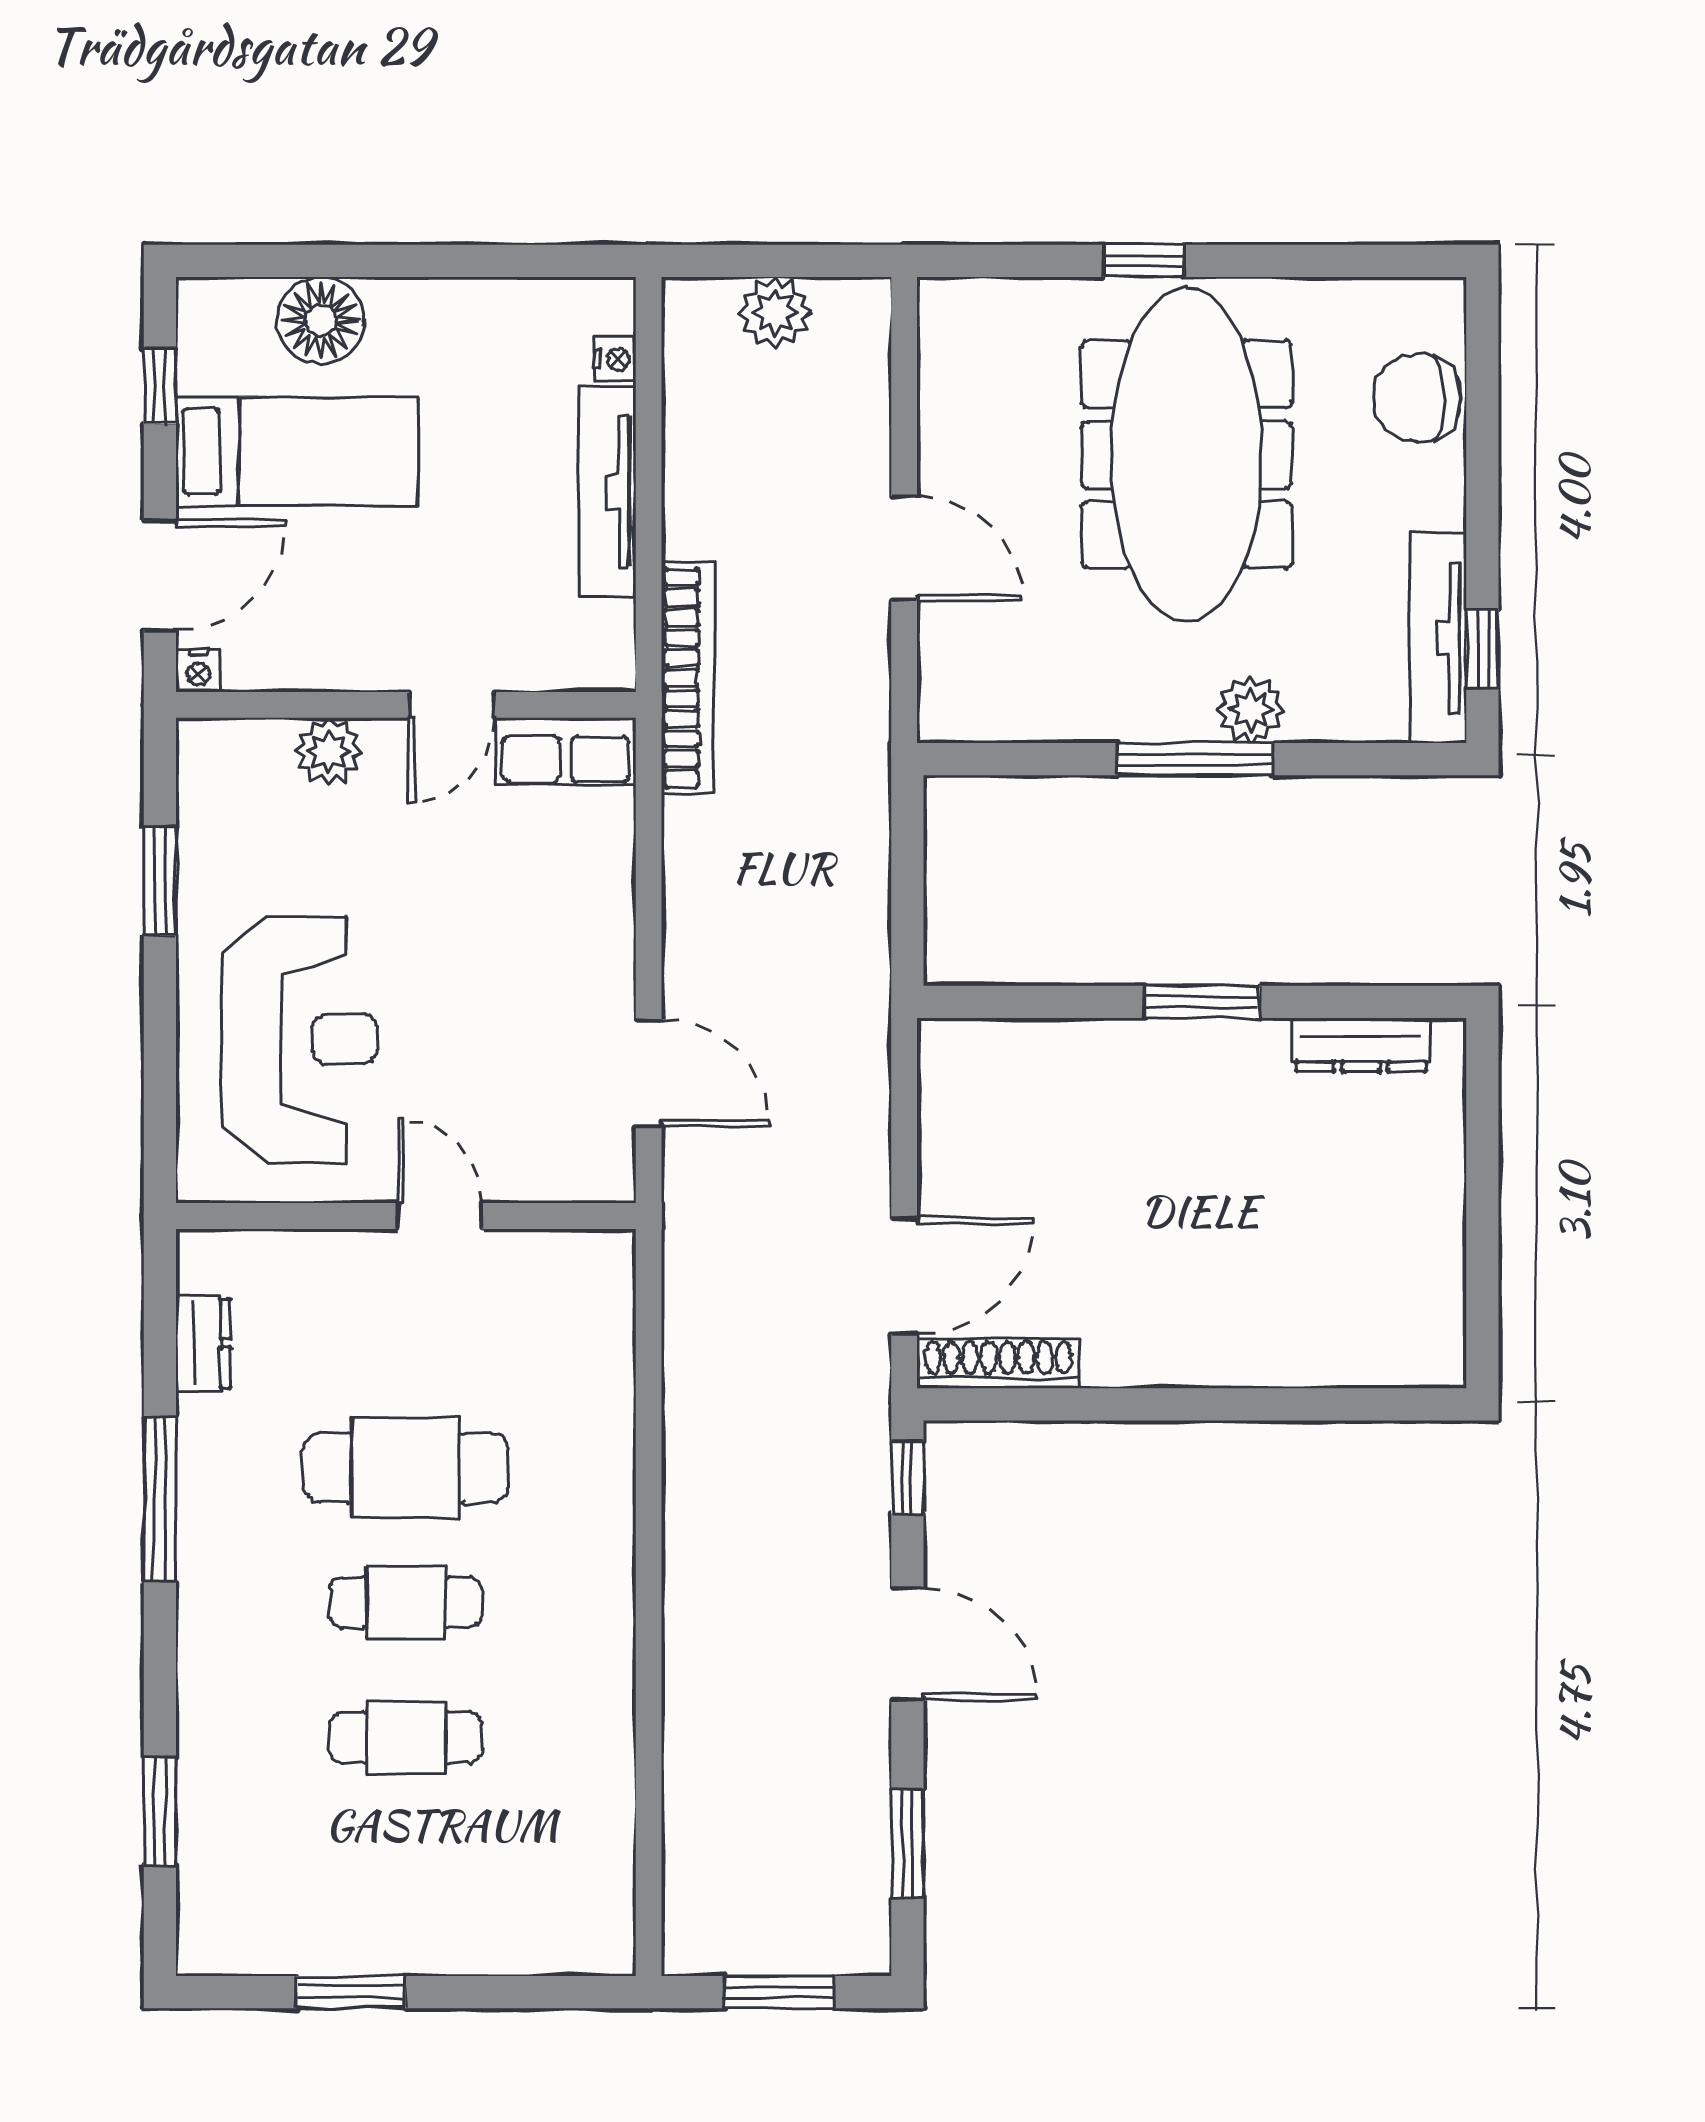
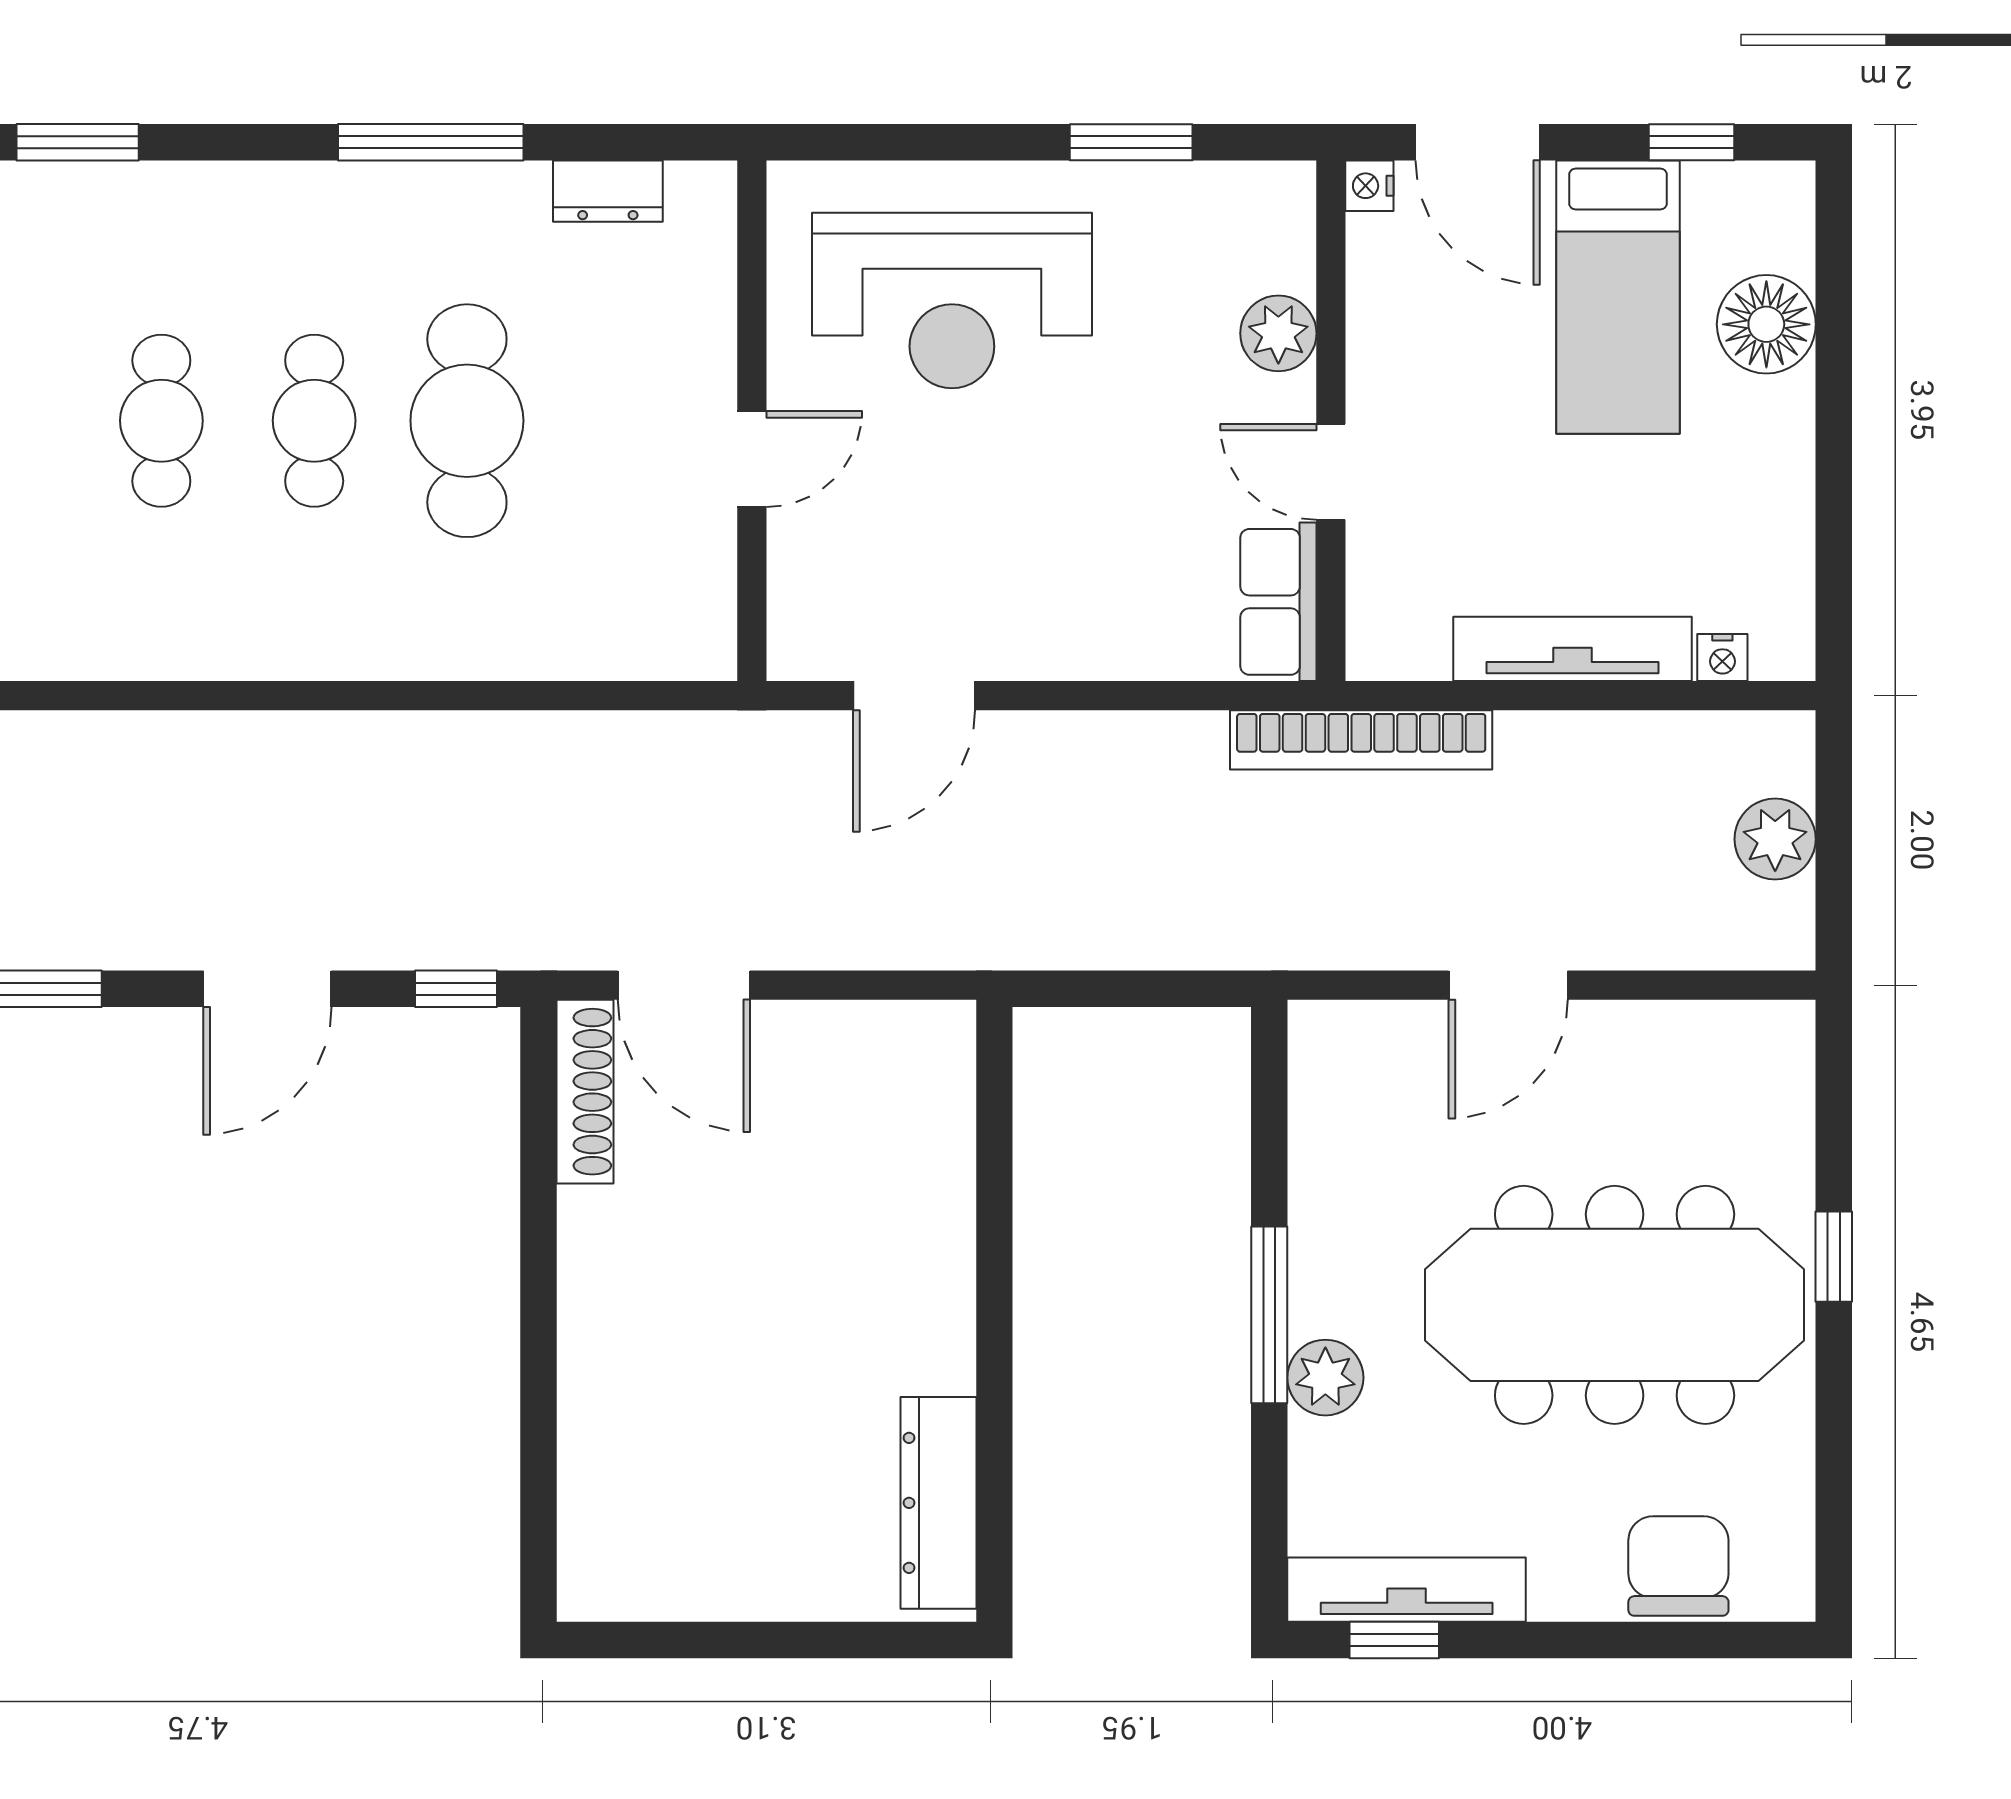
window: (1202, 1002) -> (994, 1323), removed
dresser: (1361, 1045) -> (938, 1503), width x1.37, depth x1.24

